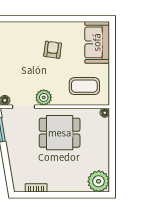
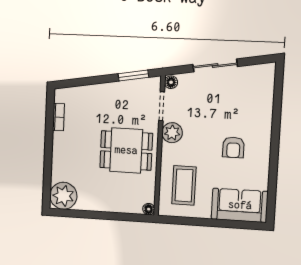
armchair: (53, 50) -> (233, 147), turned 83
dining table: (60, 133) -> (126, 150), turned 90

